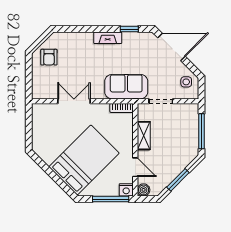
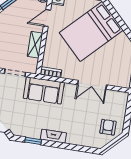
door: (135, 167) -> (47, 18), hinge flipped

